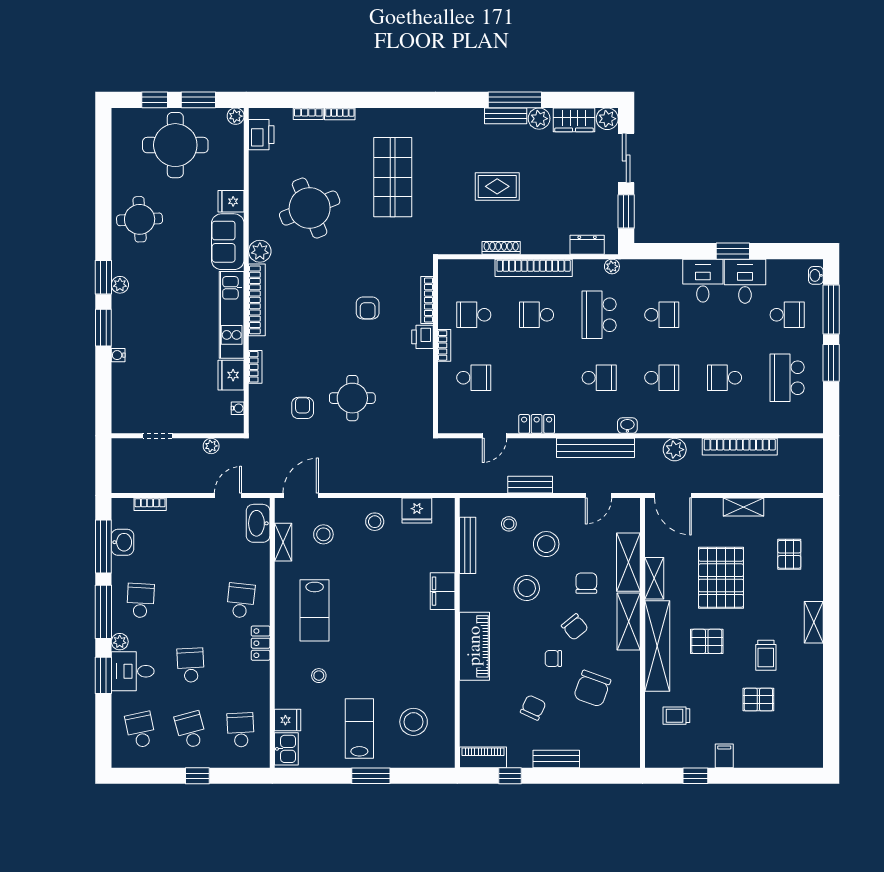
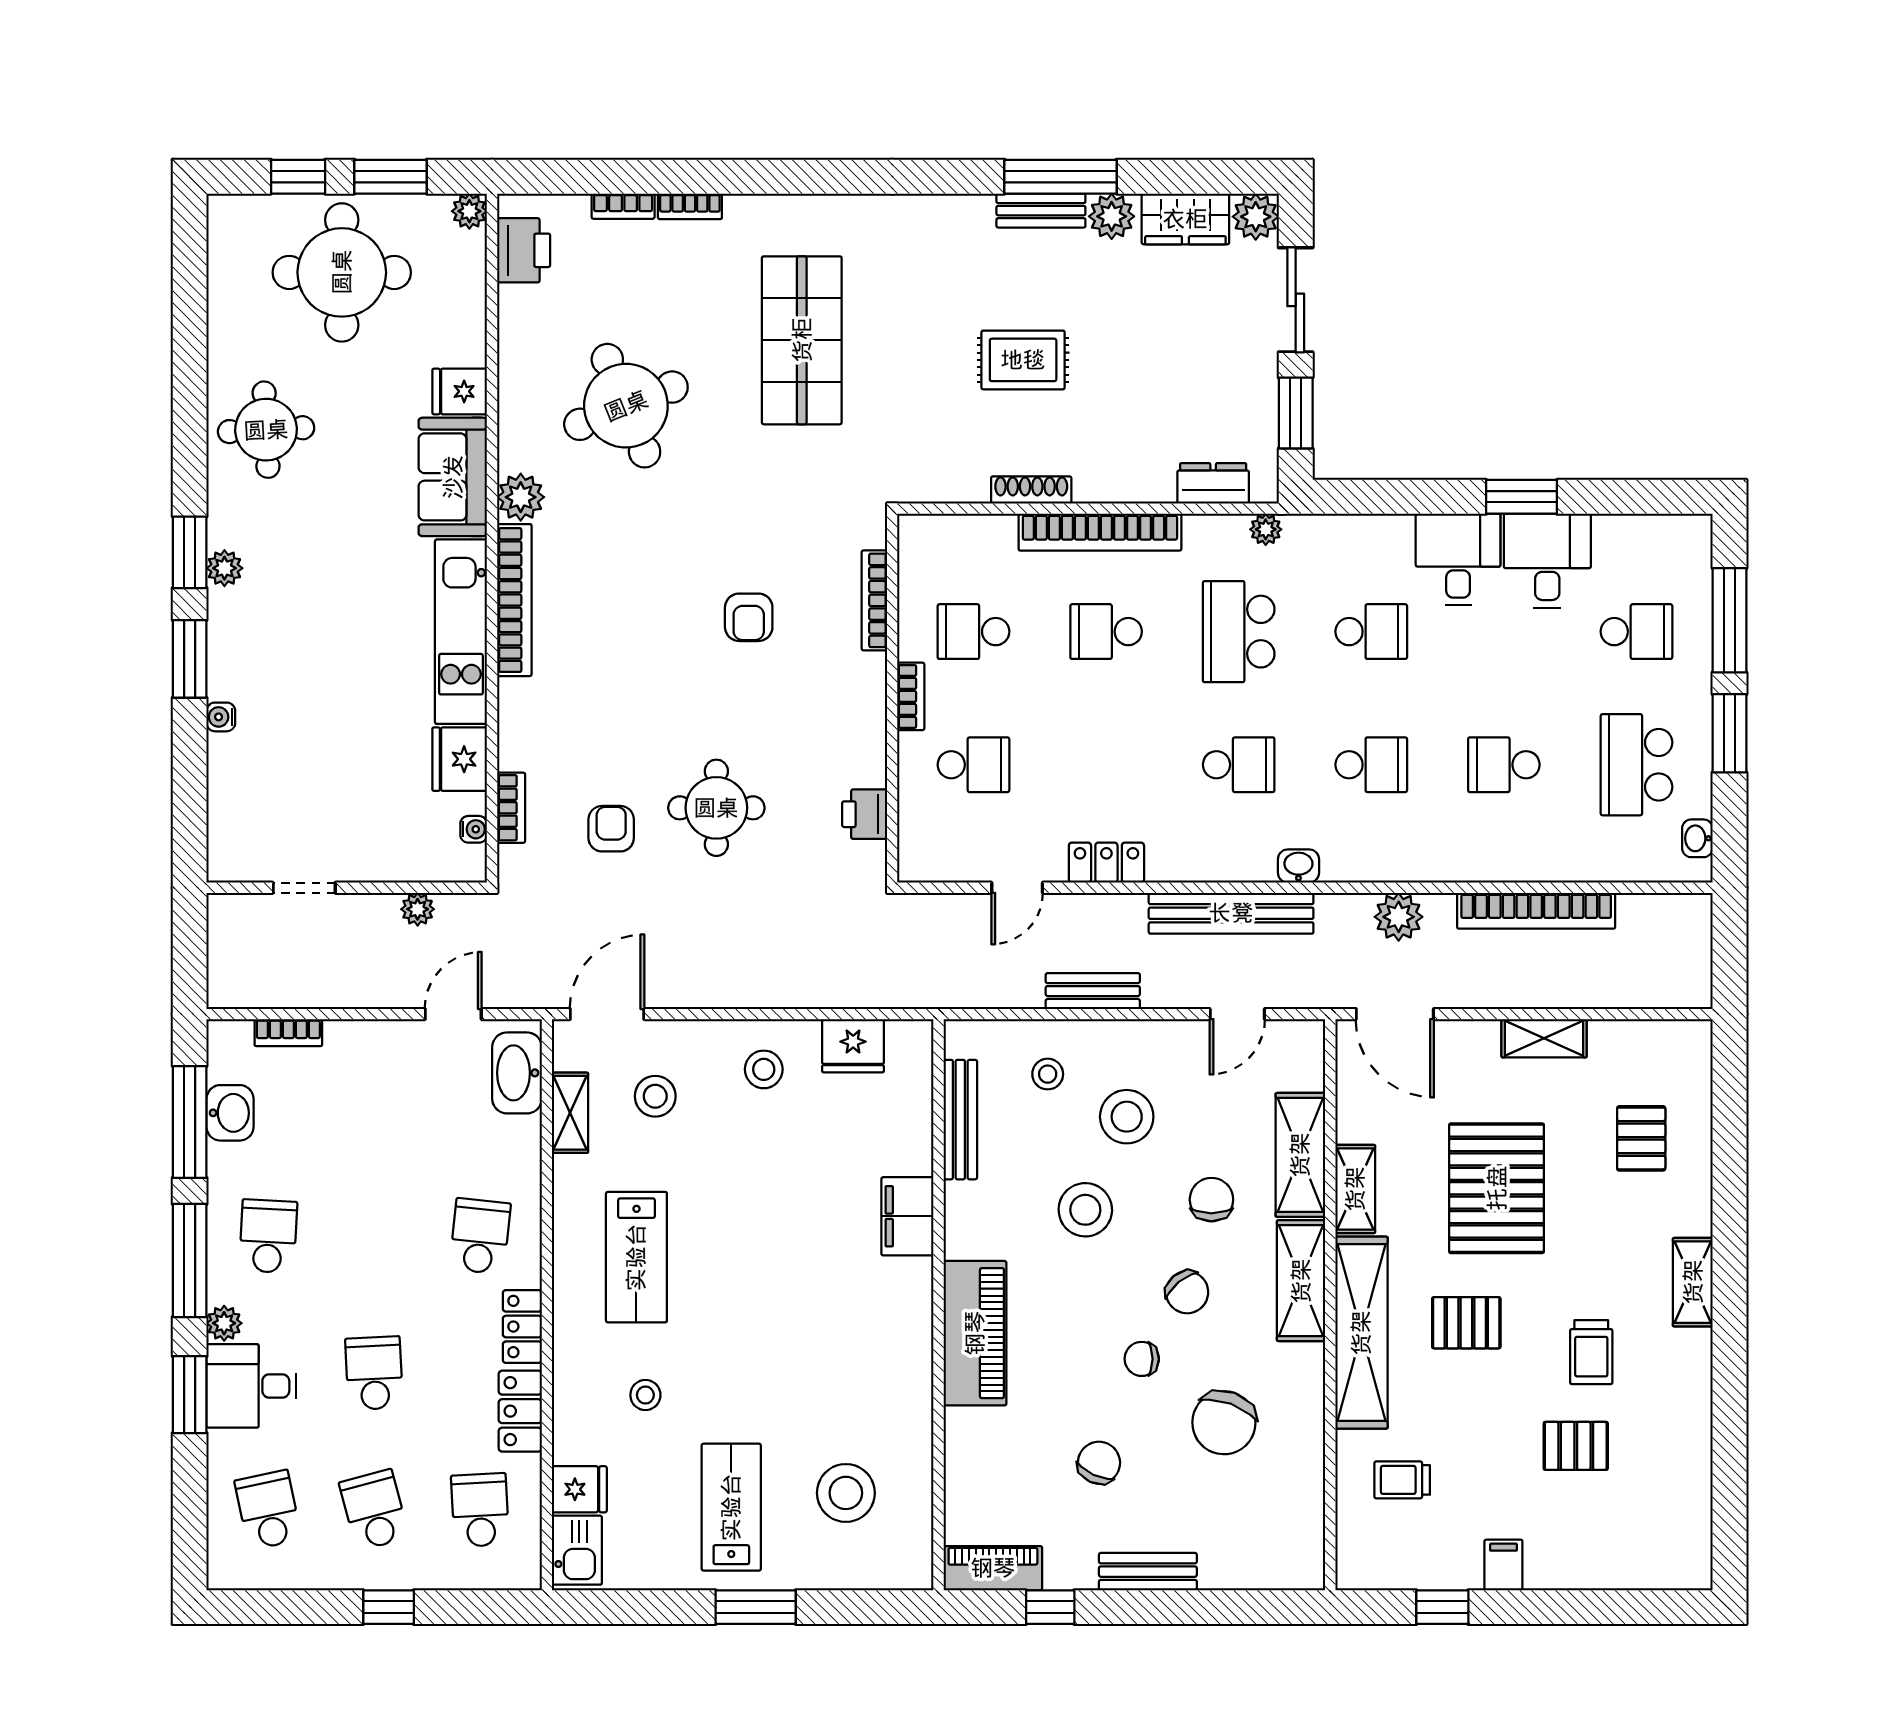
washbasin: (816, 275) -> (1697, 838), moved
printer: (422, 337) -> (865, 814), moved
bookcase: (255, 367) -> (511, 808), moved
locker: (260, 683) -> (520, 1411), added

